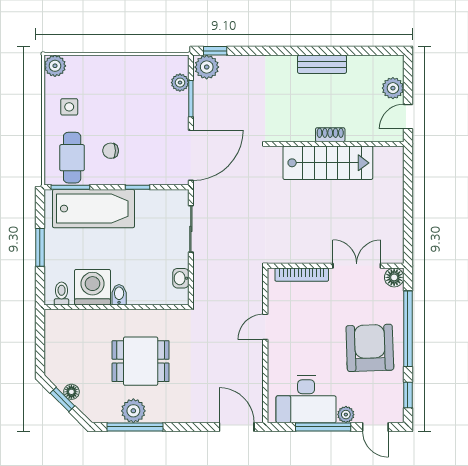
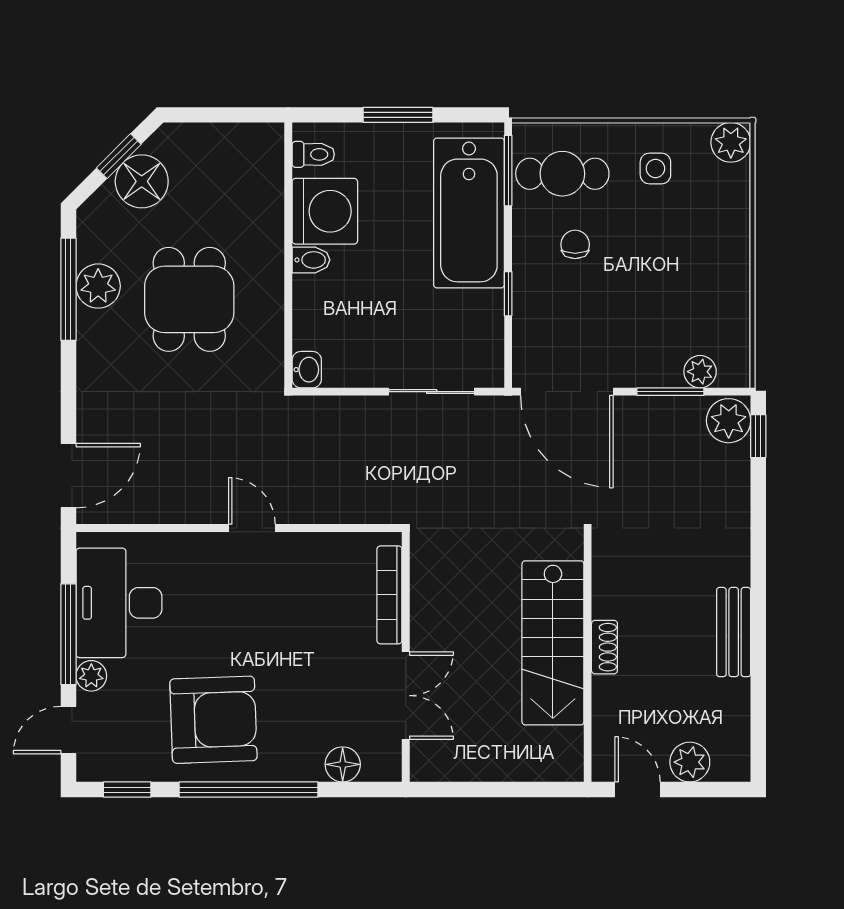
wall: (336, 266) -> (406, 657), moved
double door: (357, 266) -> (406, 696), moved
bookcase: (302, 275) -> (389, 595), moved
washbasin: (181, 278) -> (307, 370), moved, turned 90
floor lamp: (71, 392) -> (142, 181), width x1.89, depth x1.89

